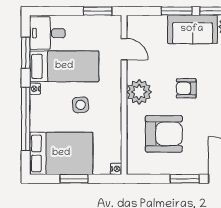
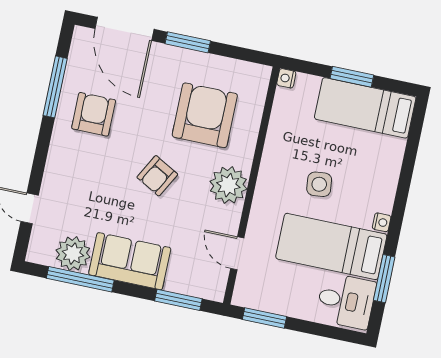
window: (177, 11) -> (178, 300), moved
armchair: (186, 88) -> (157, 176), turned 119
window: (26, 119) -> (405, 180), removed
armchair: (164, 134) -> (205, 115), turned 90
bed: (61, 153) -> (365, 108), width x0.67

